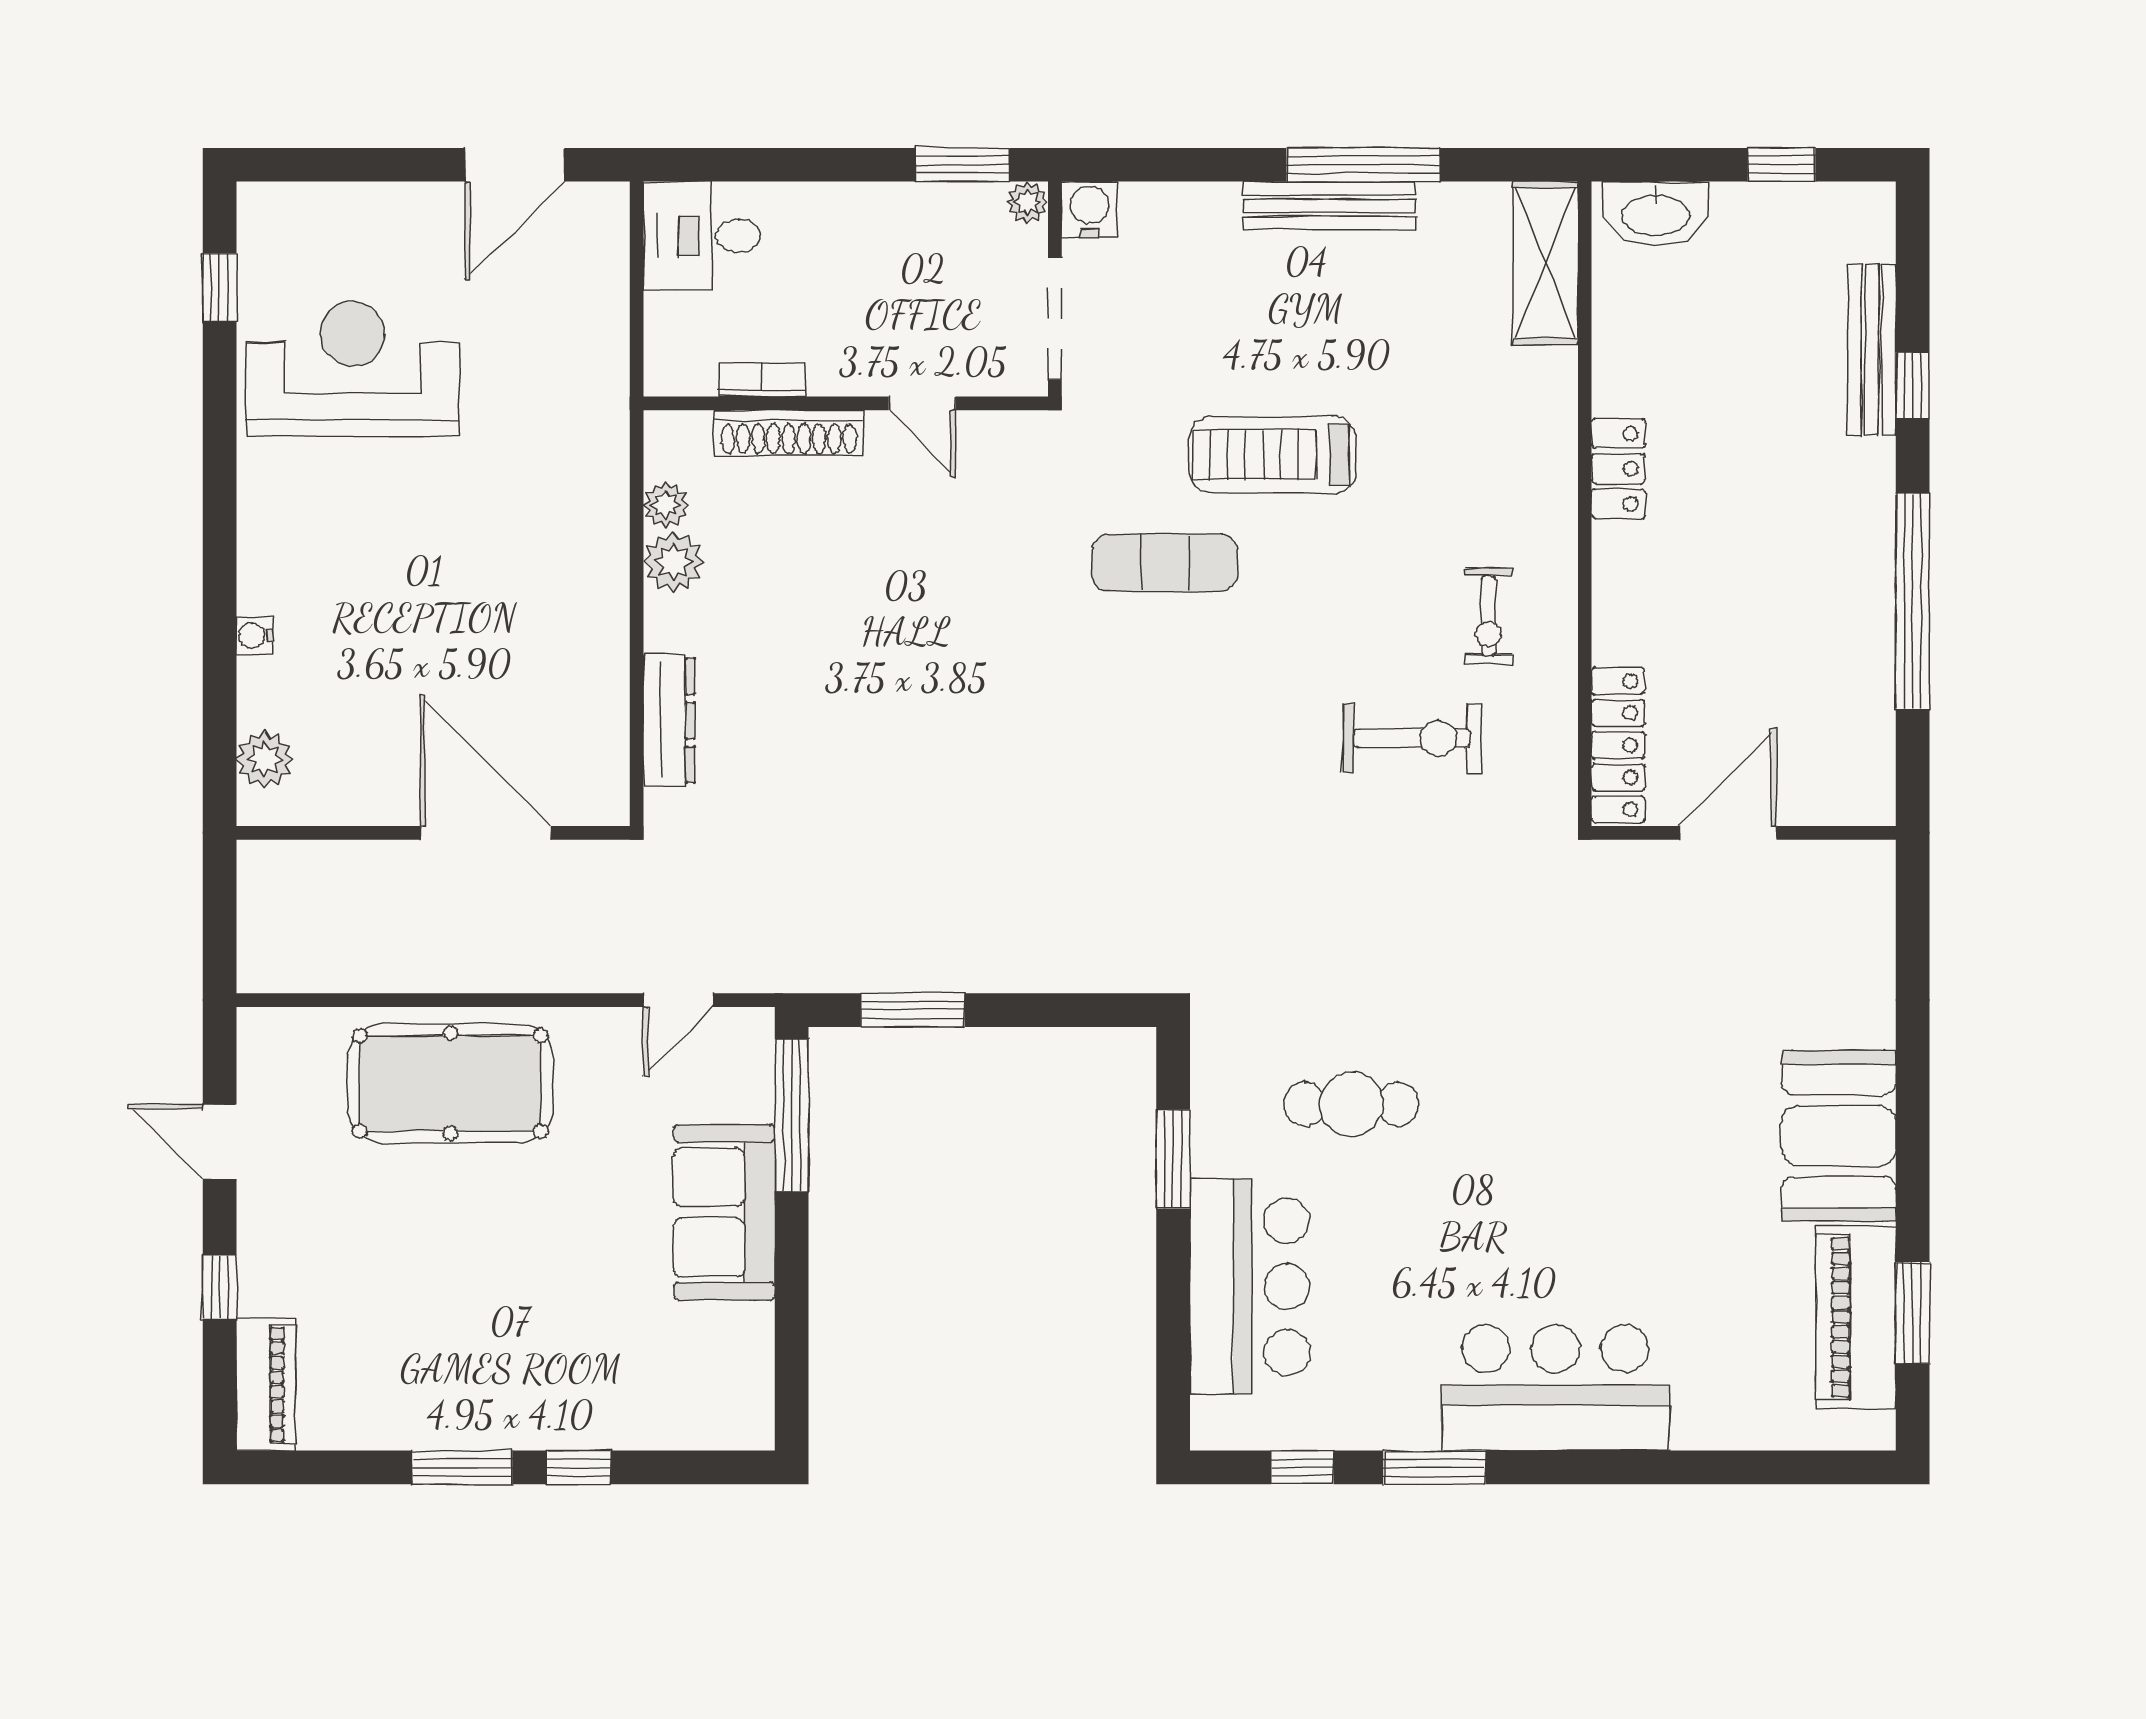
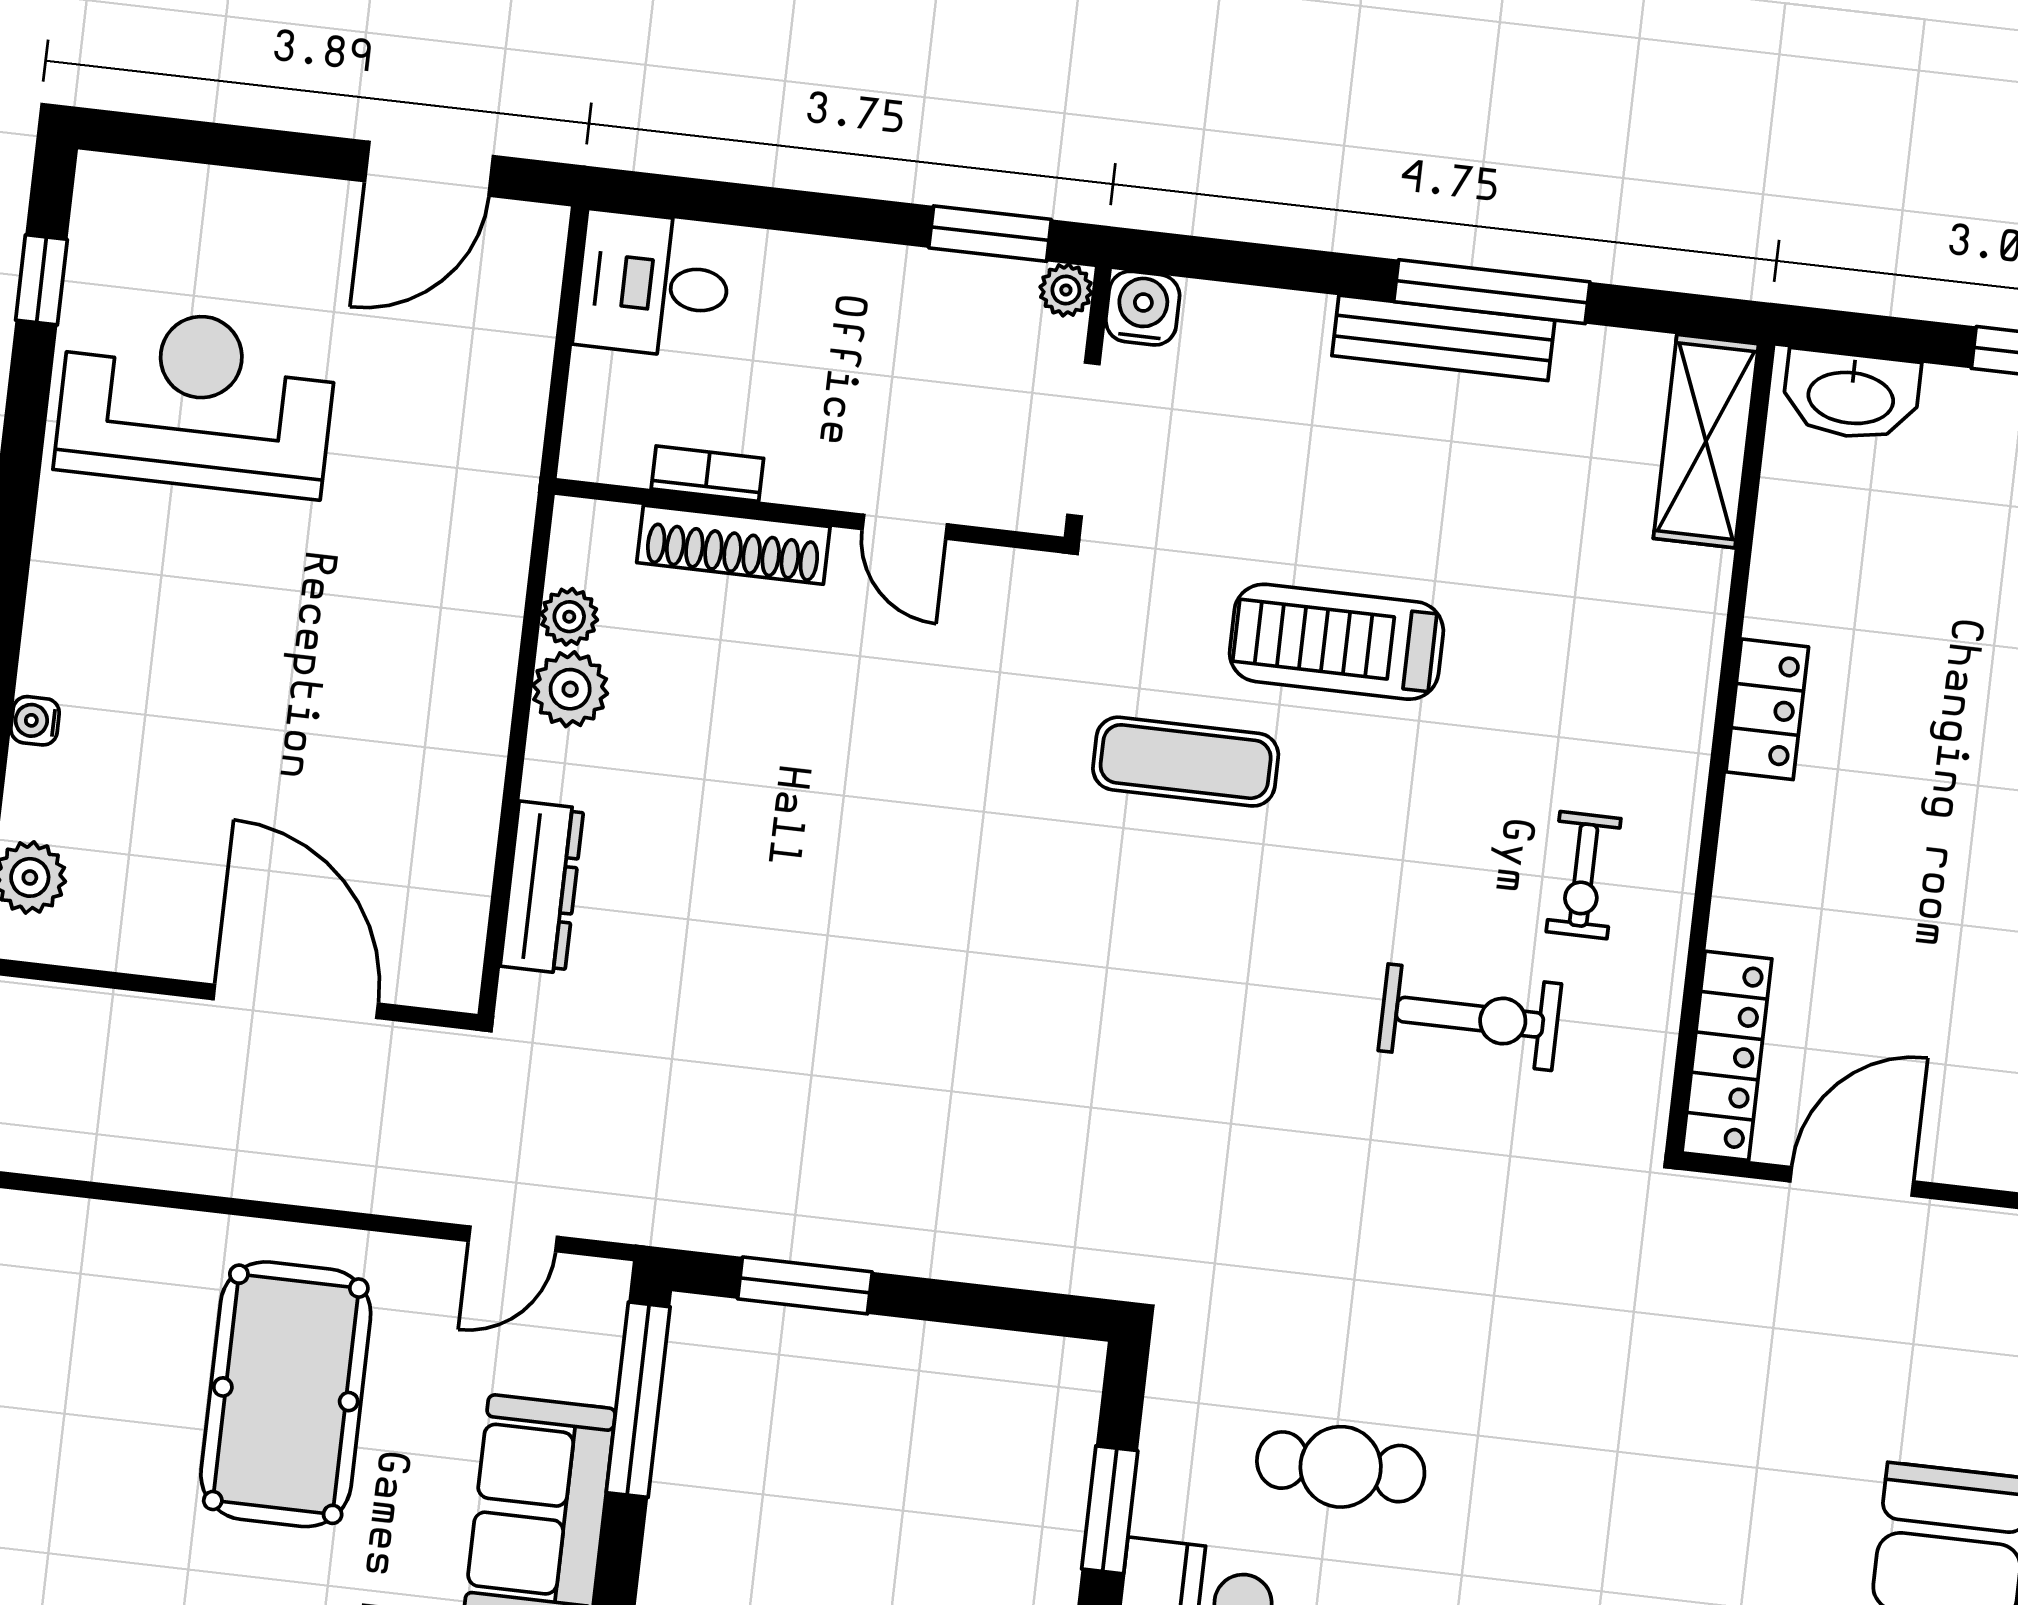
pool table: (450, 1083) -> (286, 1394), moved, turned 90

